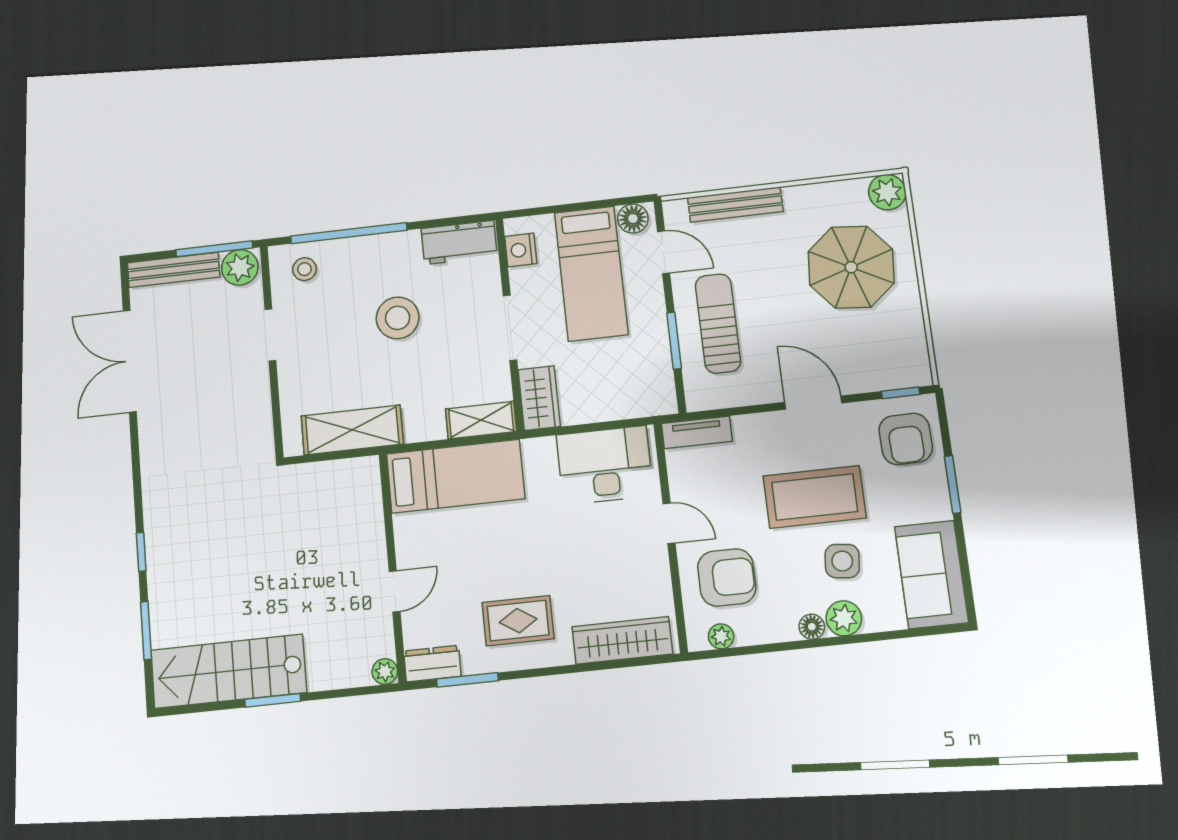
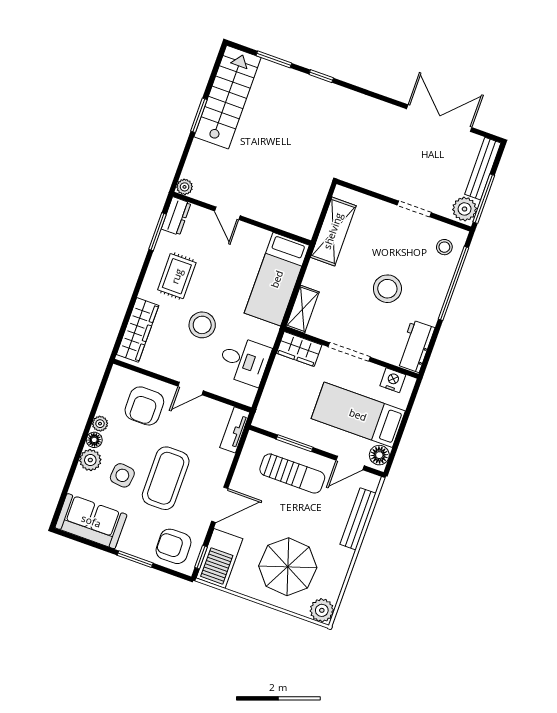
barbecue: (889, 366) -> (219, 558), added
desk: (605, 465) -> (244, 361), width x0.73
stool: (570, 551) -> (202, 325), added
plant: (721, 636) -> (100, 424), moved

